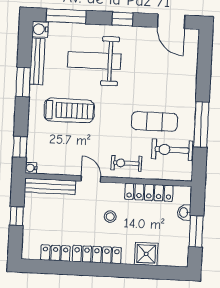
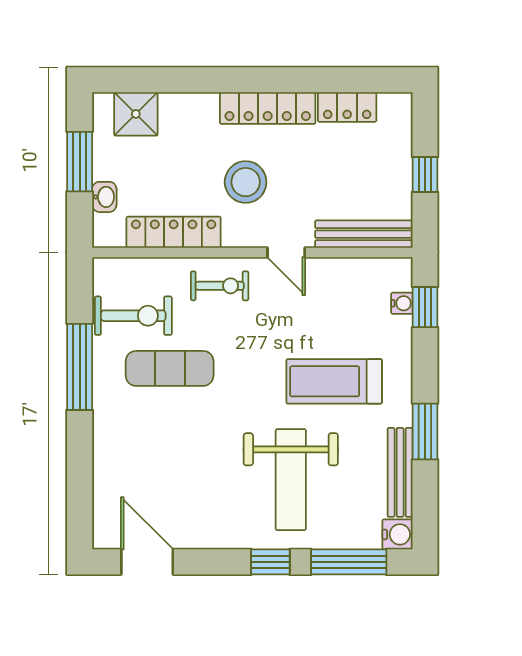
window: (122, 19) -> (270, 562), moved
weight bench: (94, 60) -> (291, 480), turned 90
water cooler: (31, 168) -> (402, 303), moved
stool: (110, 217) -> (246, 182), width x1.89, depth x1.89
shower: (146, 254) -> (136, 114), moved

